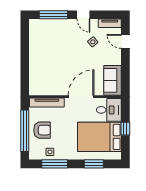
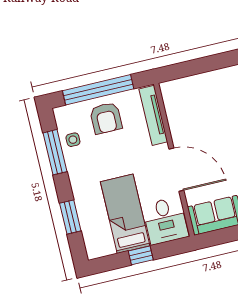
bed: (99, 137) -> (125, 214), width x0.67

